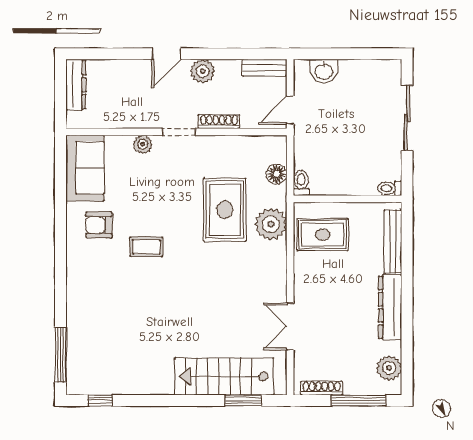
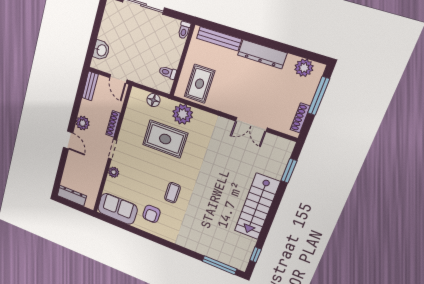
toilet: (301, 183) -> (168, 73), moved
stairs: (224, 376) -> (257, 206), moved

